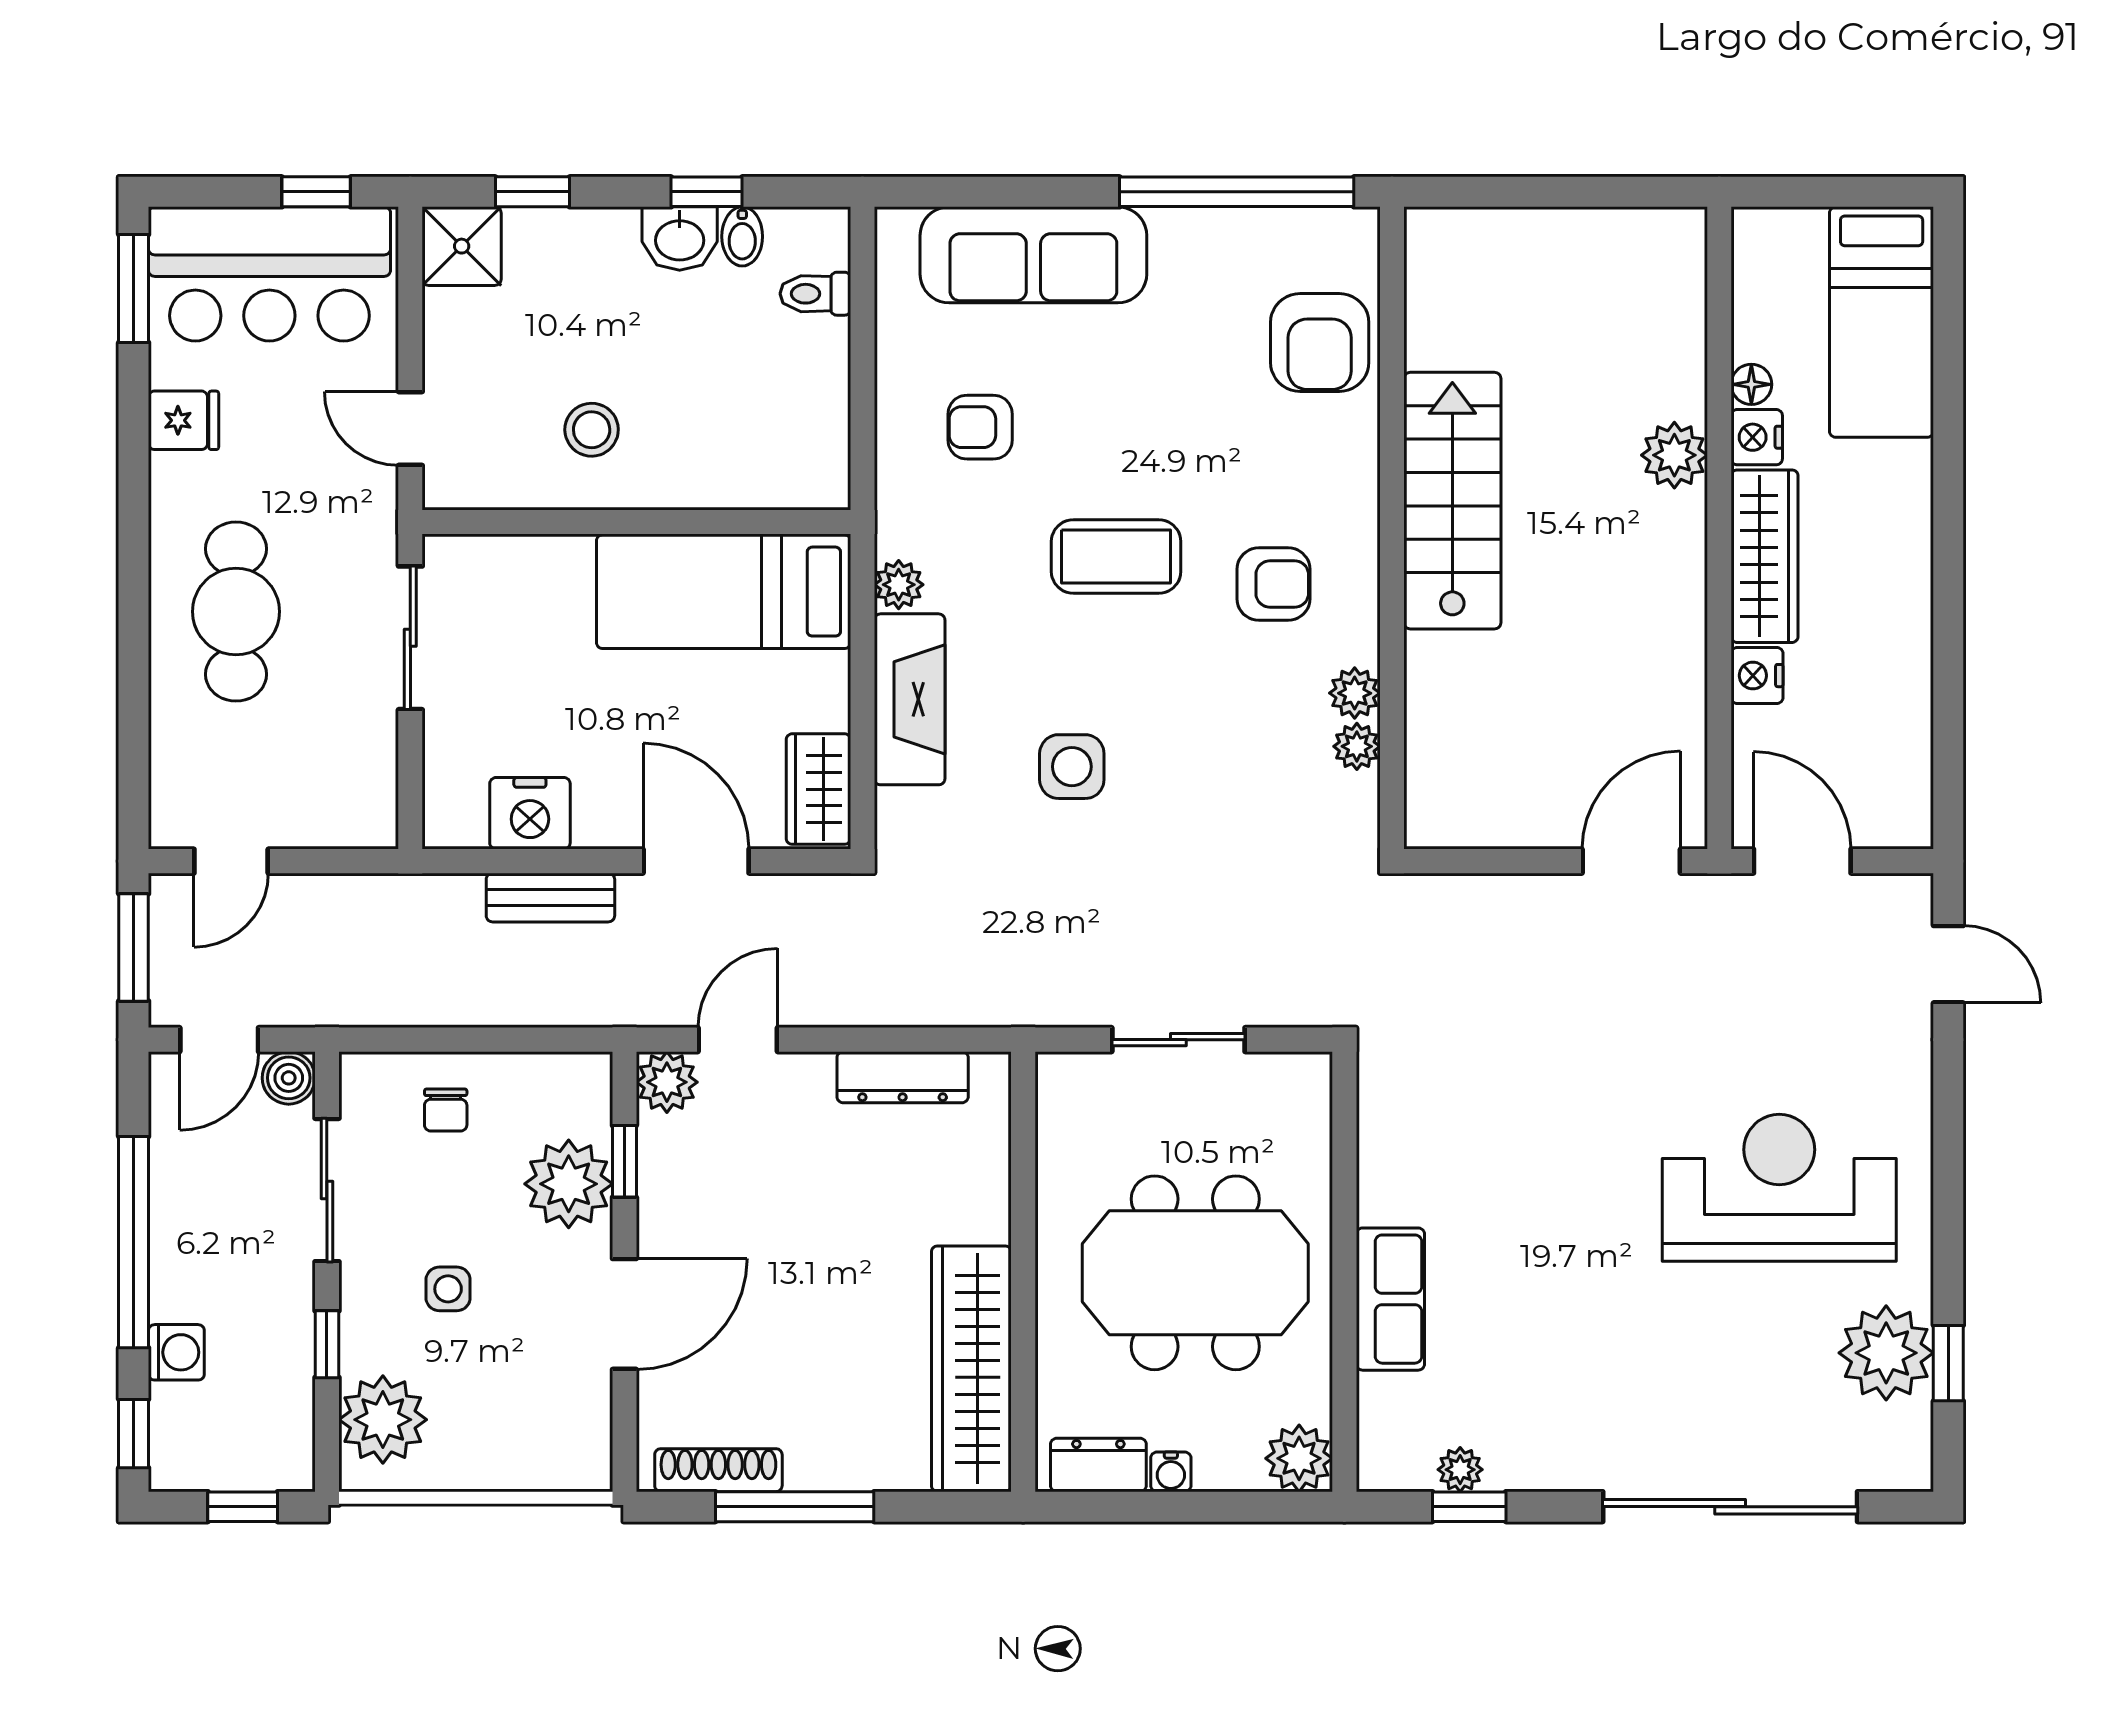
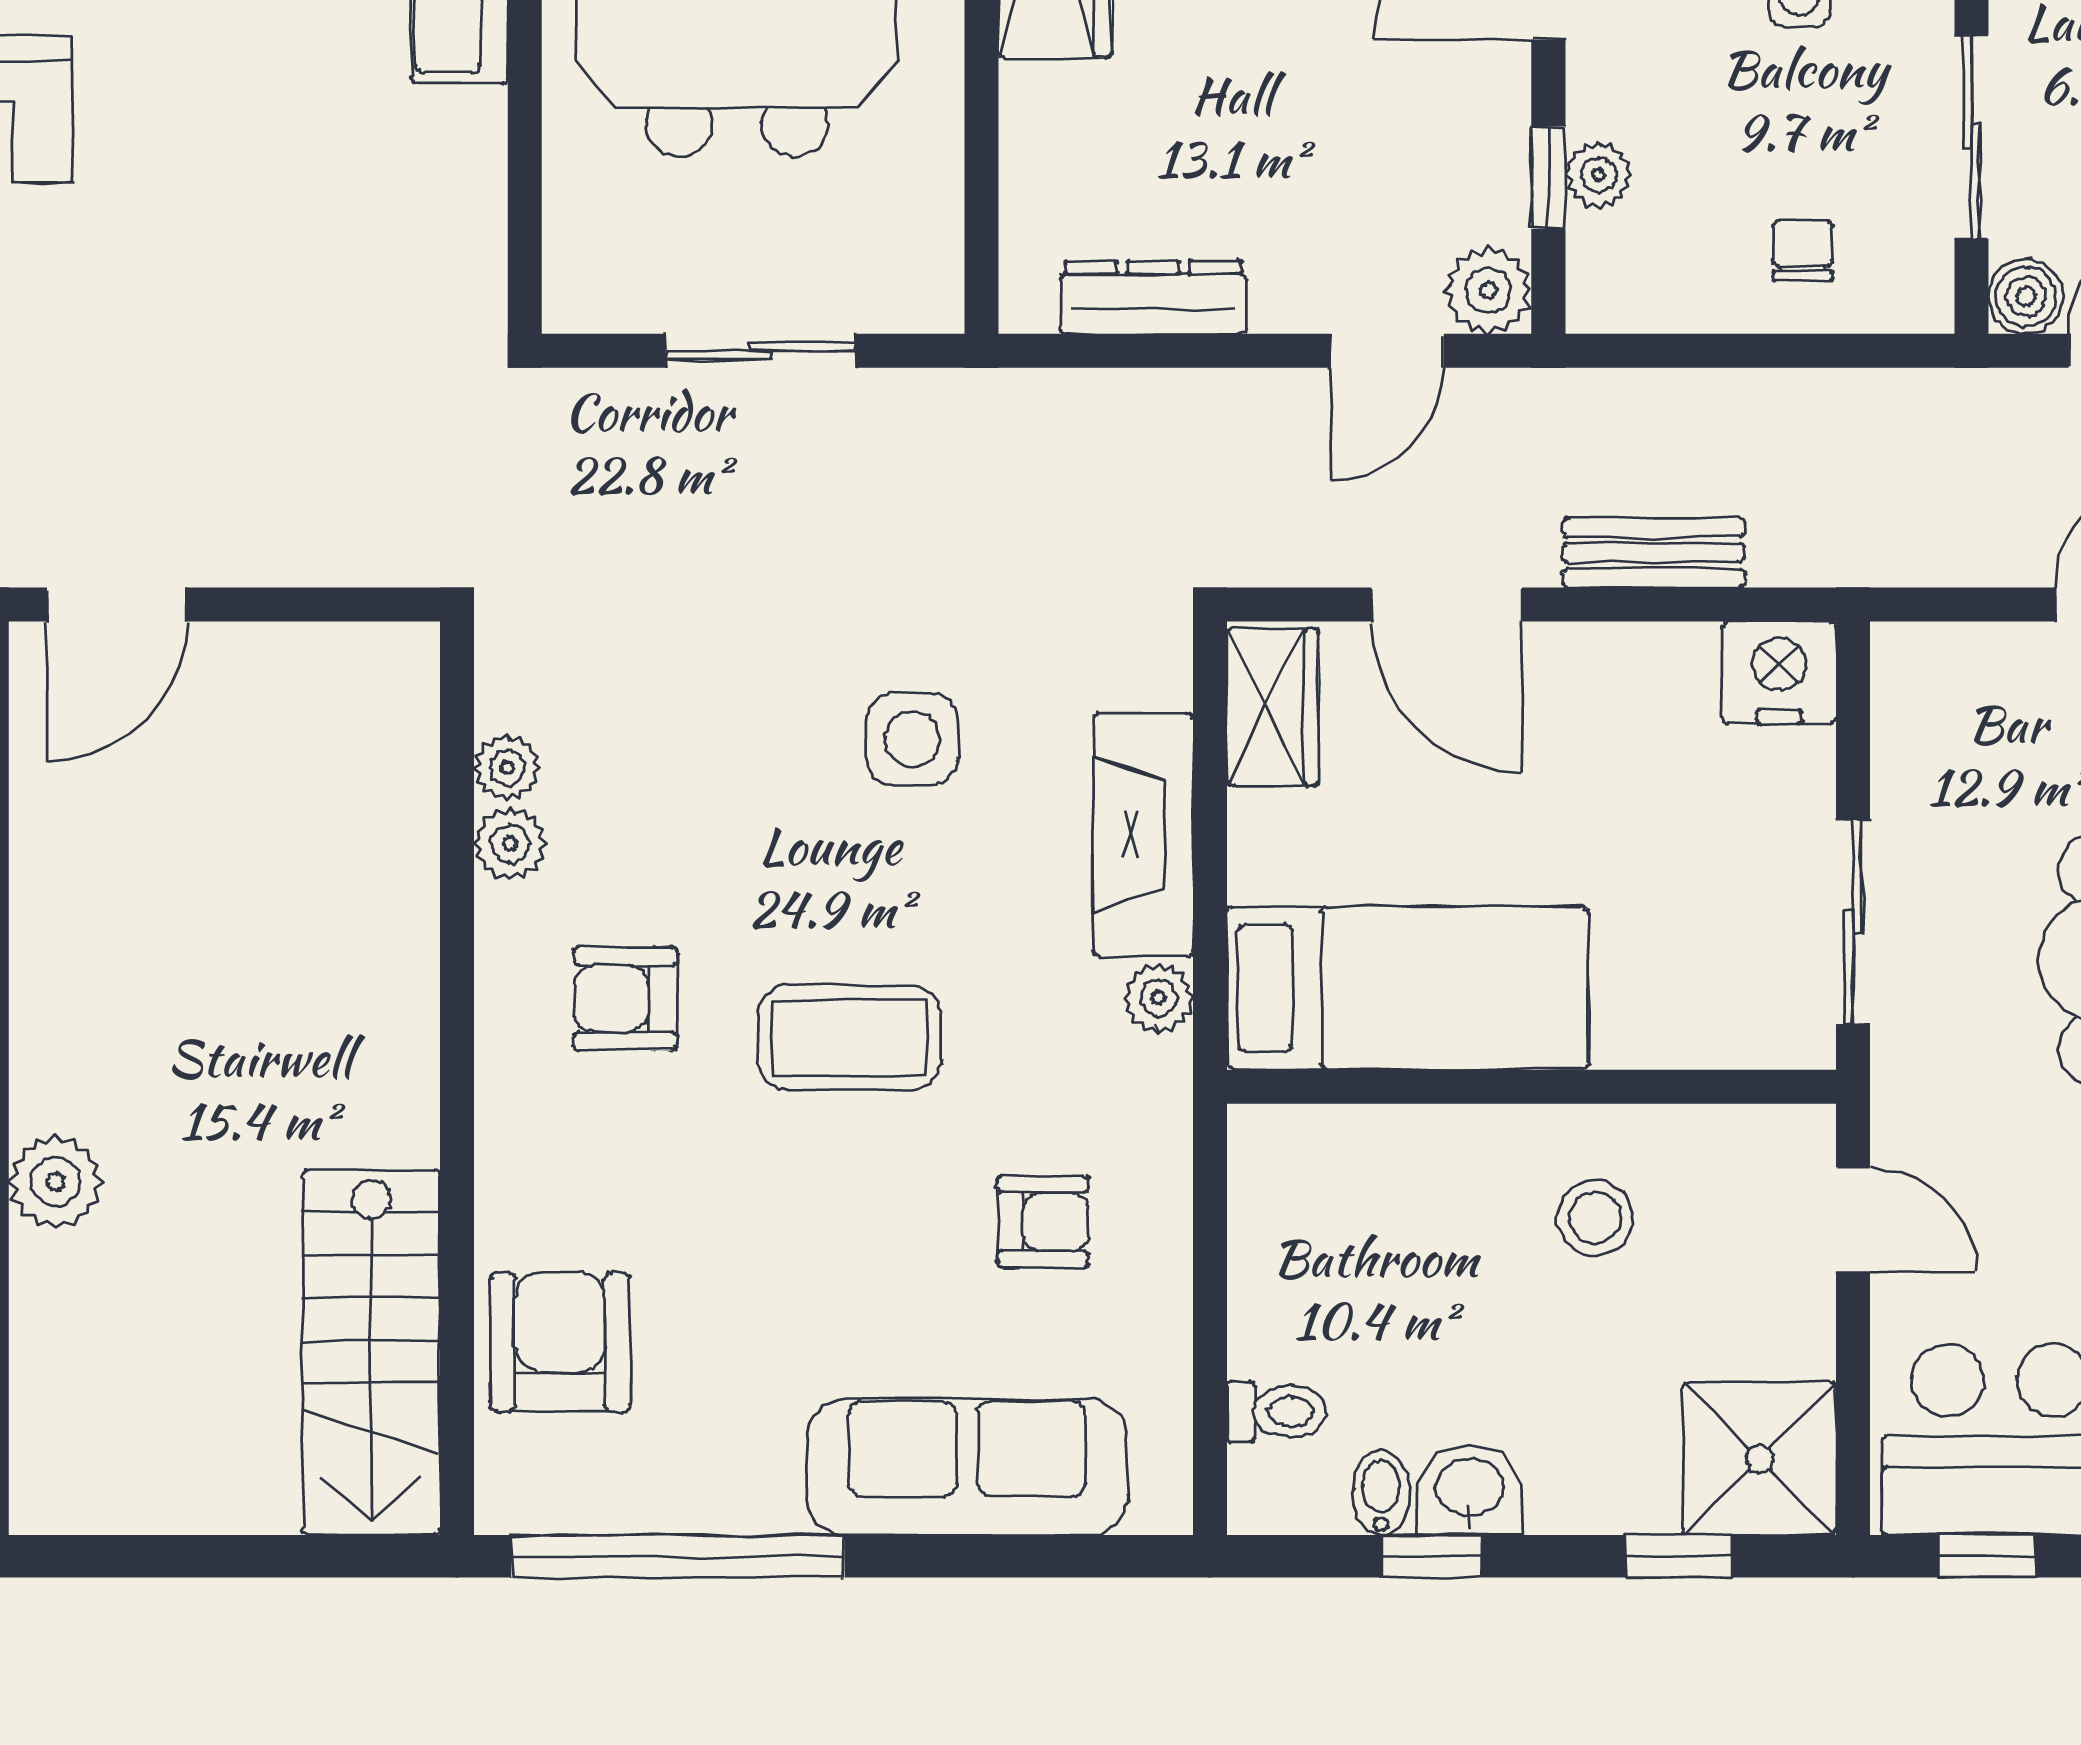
shower: (462, 246) -> (1760, 1459), width x1.36, depth x1.36
stairs: (1452, 501) -> (371, 1353), moved
nightstand: (530, 813) -> (1779, 673), moved
plant: (569, 1184) -> (1599, 175), width x0.53, depth x0.53

